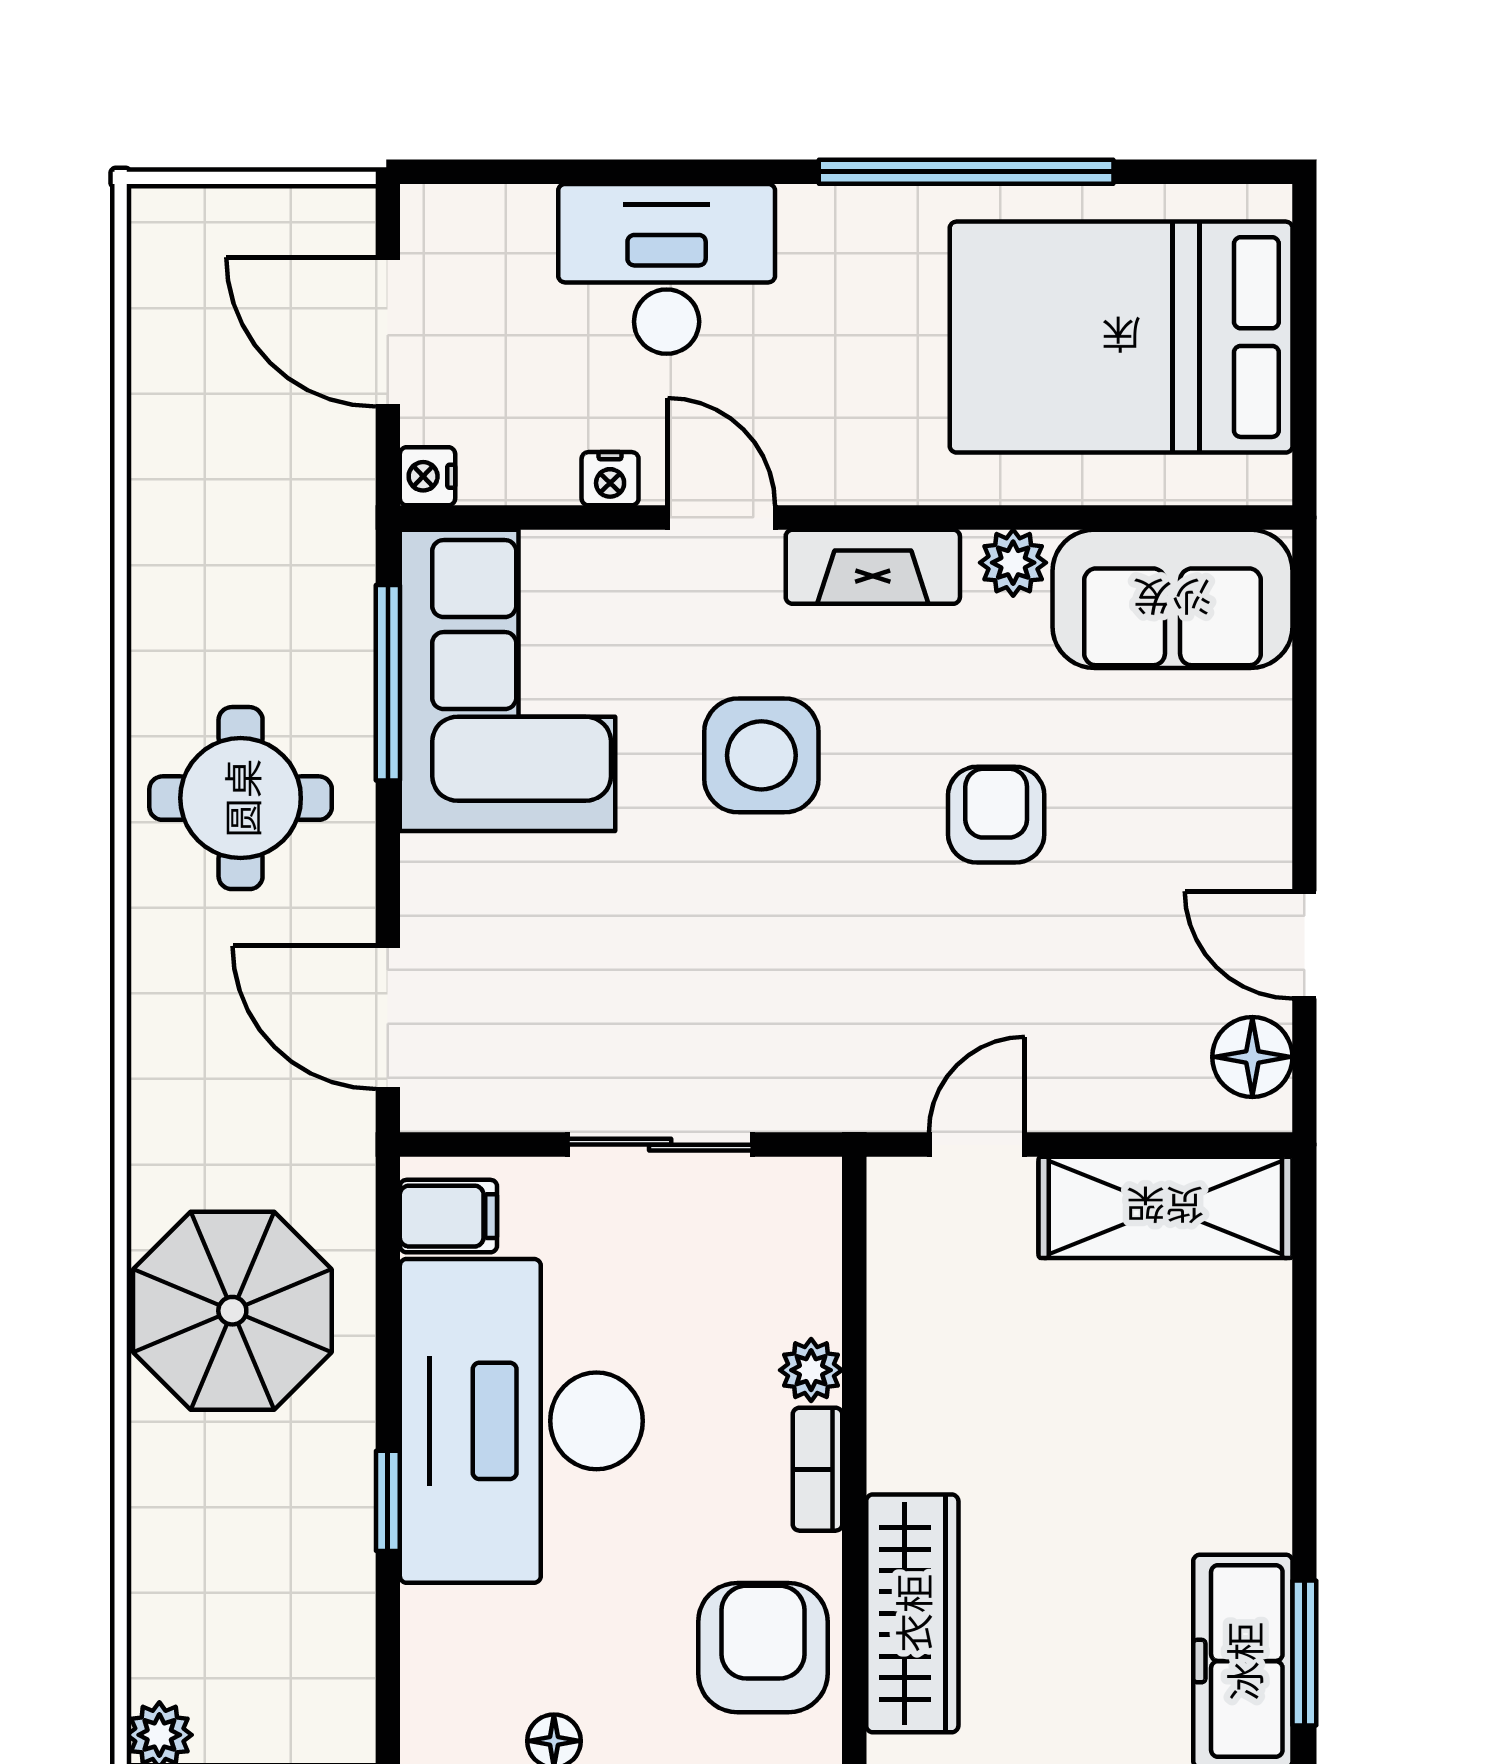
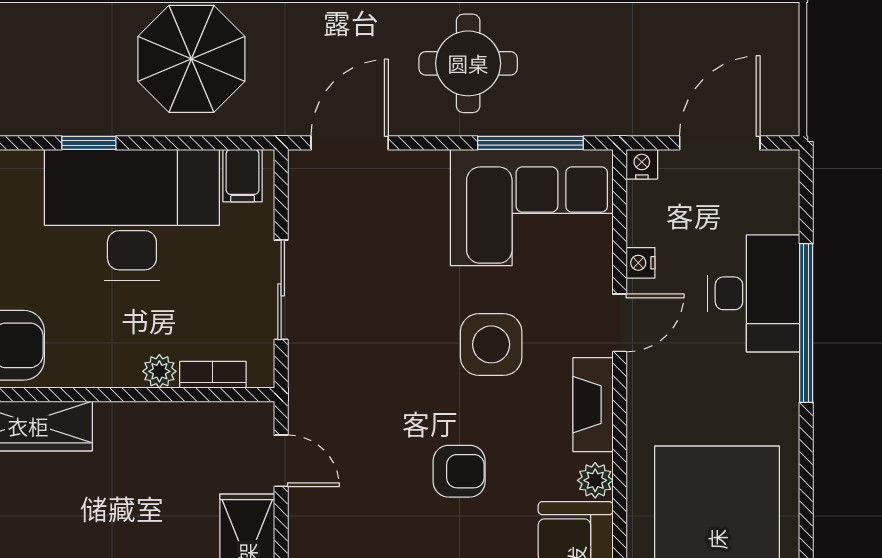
window: (966, 172) -> (806, 323), moved
bookcase: (818, 1469) -> (213, 375), moved

